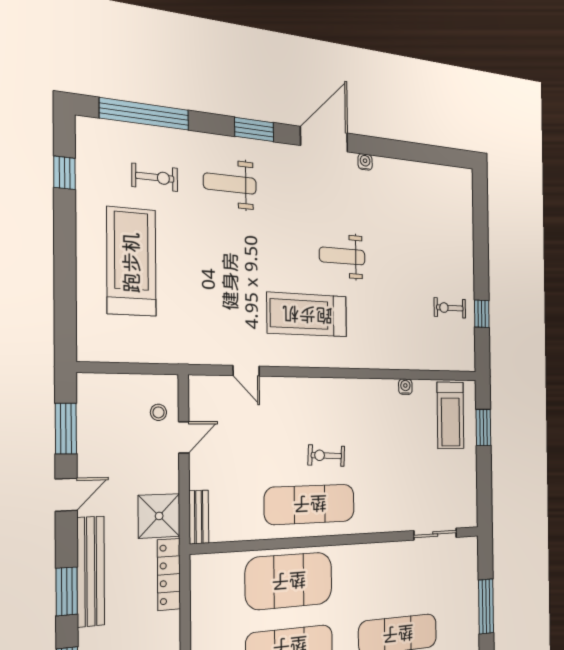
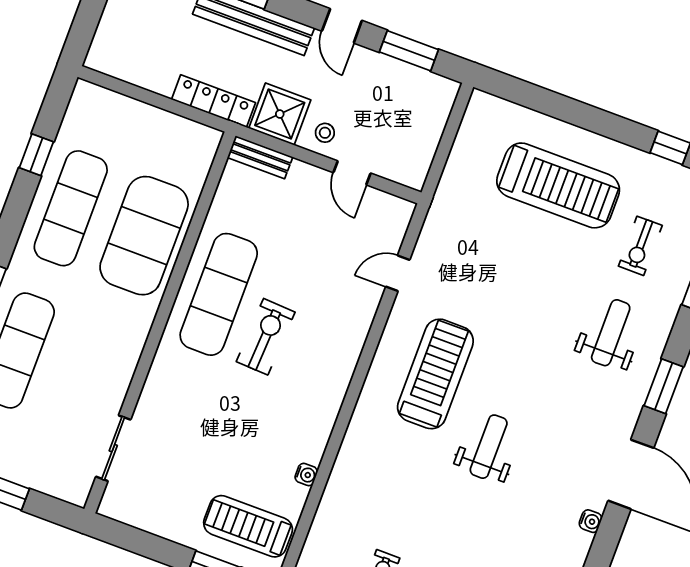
stool: (158, 412) -> (325, 133), moved
exercise bike: (326, 456) -> (266, 337), width x1.38, depth x1.39

